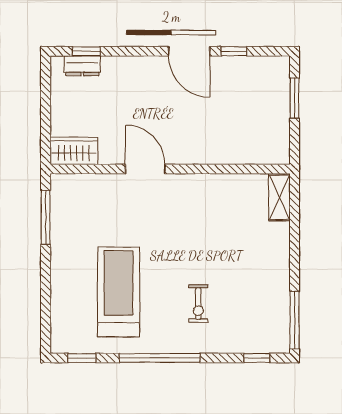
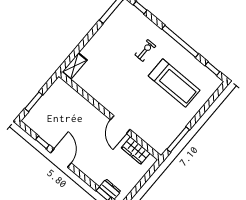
wardrobe: (74, 151) -> (136, 151), moved
treadmill: (119, 292) -> (174, 83), turned -90

